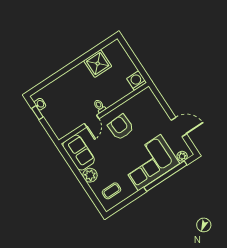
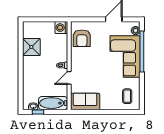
door: (92, 121) -> (69, 78), swing flipped
bathtub: (56, 122) -> (53, 103), added
armchair: (121, 127) -> (82, 38), moved, turned -87
plant: (90, 175) -> (106, 104), removed

